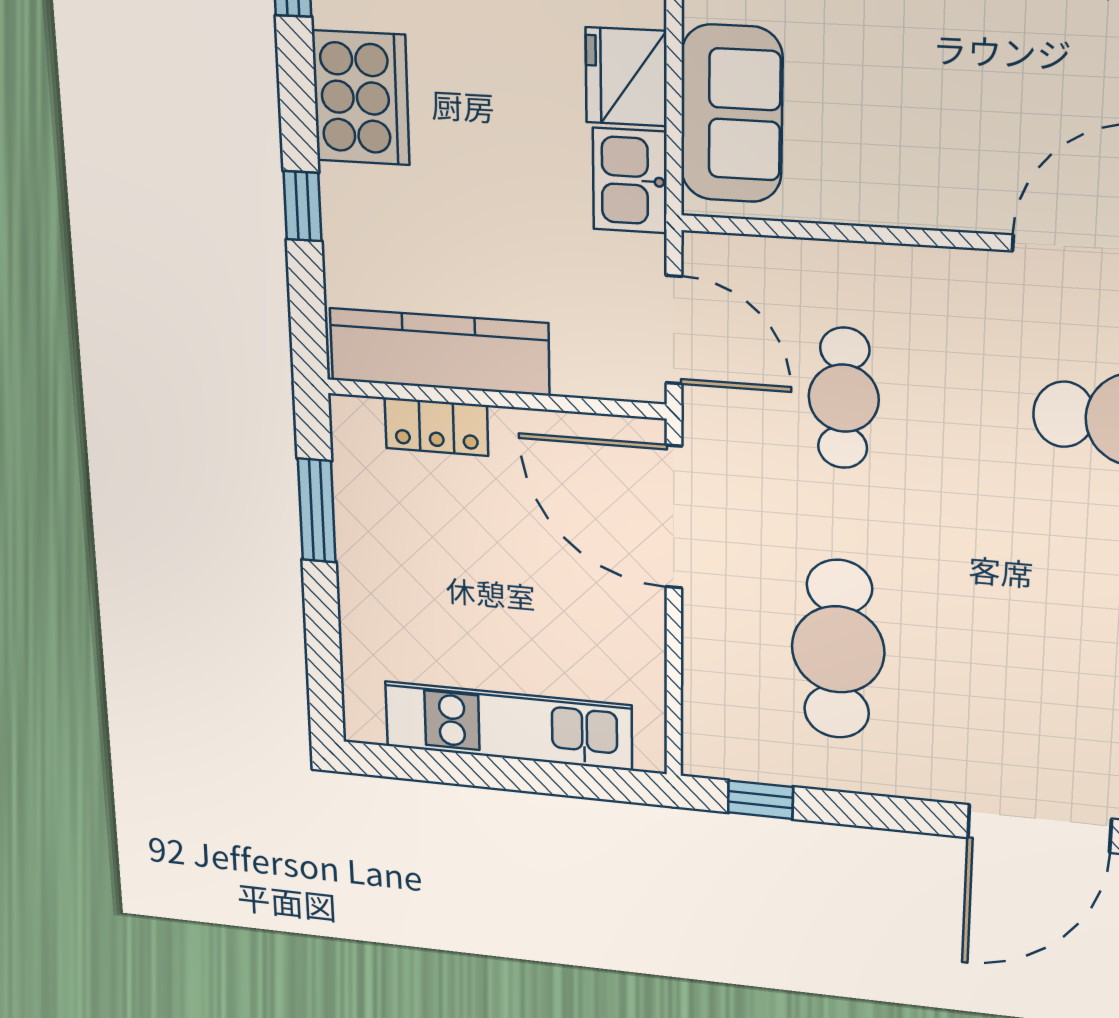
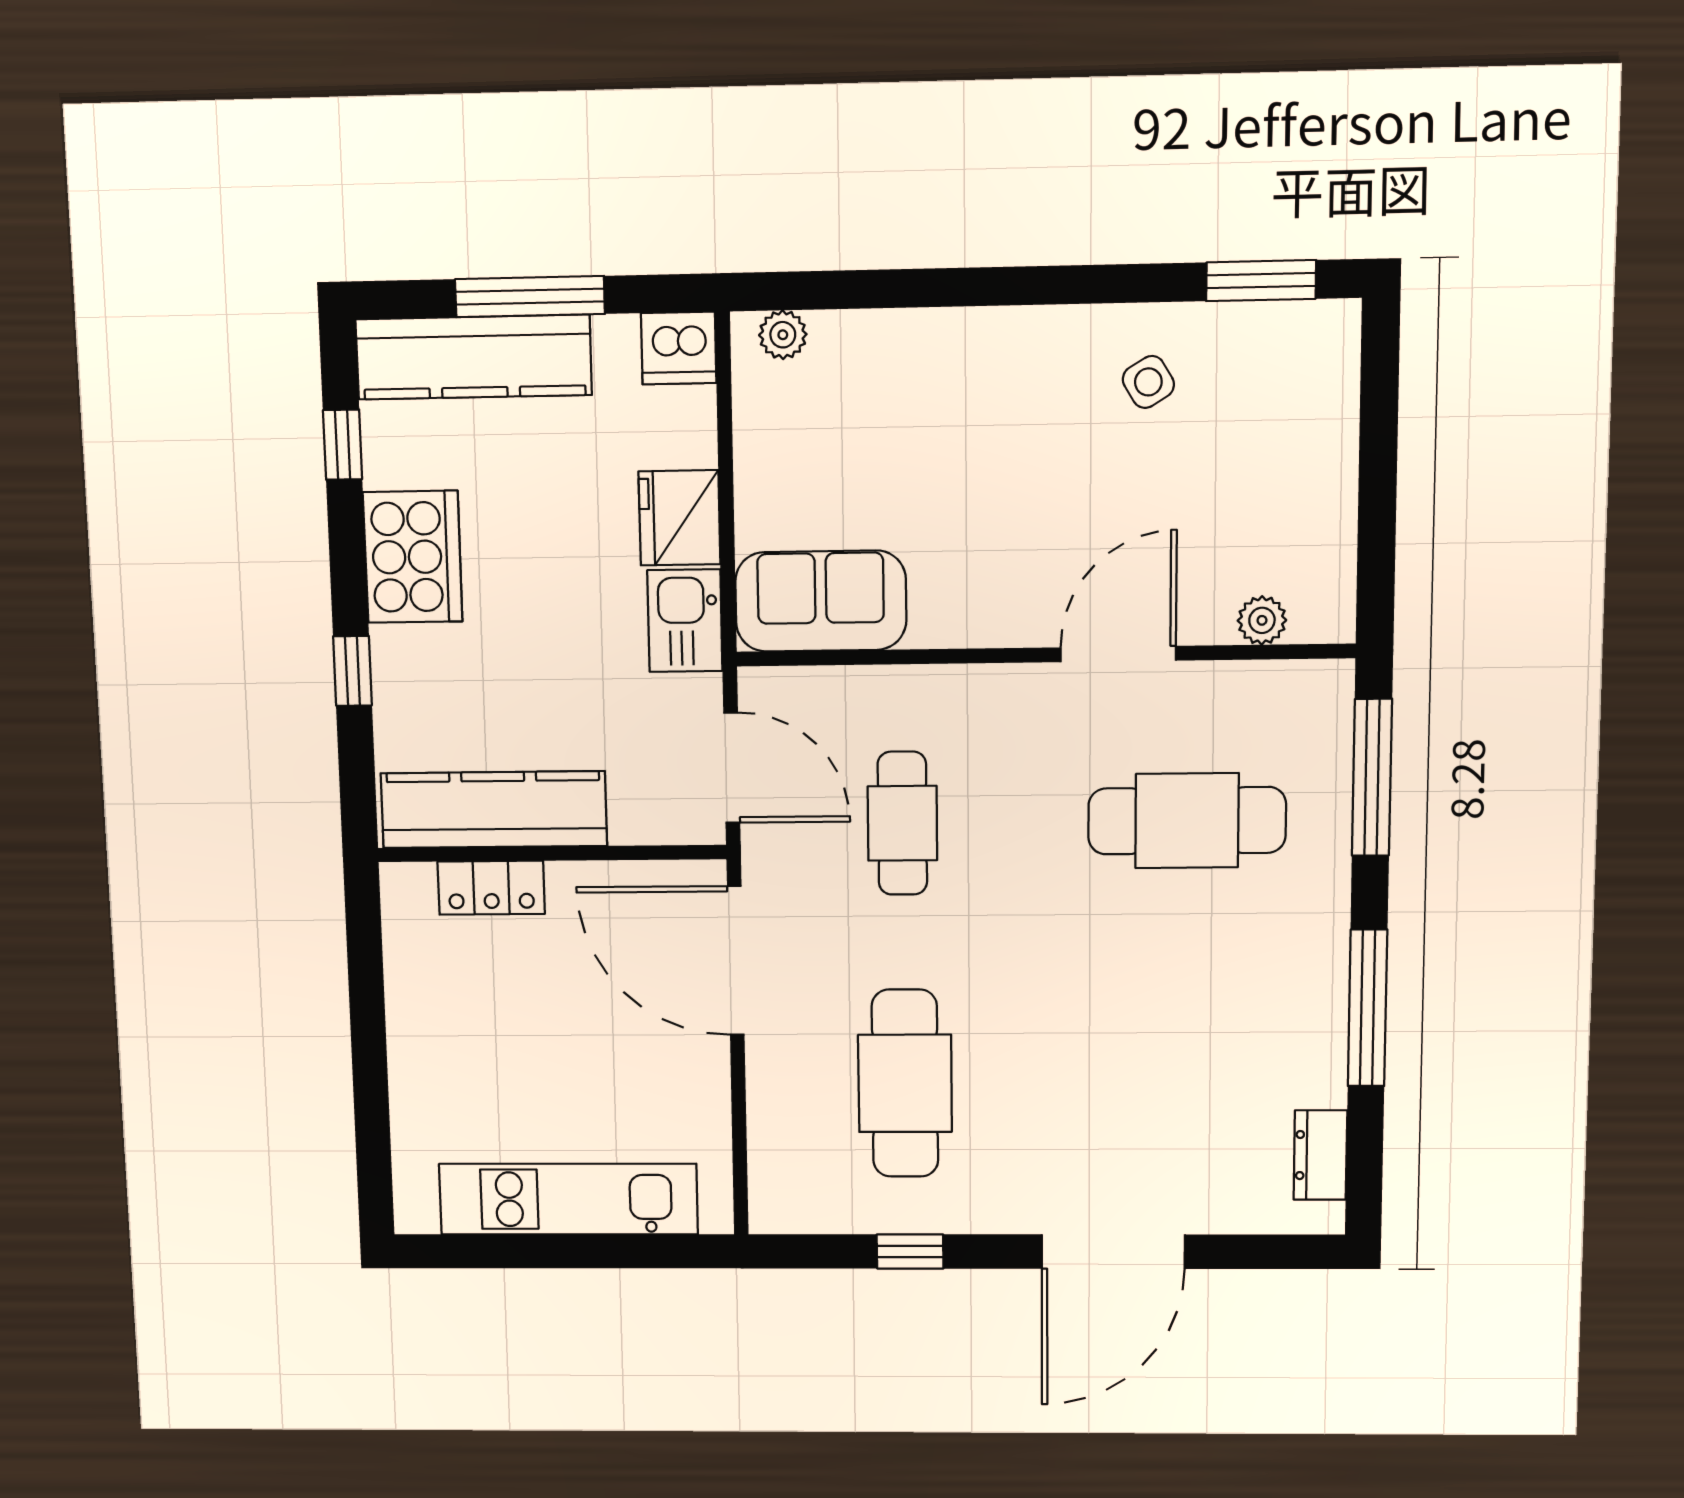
sofa: (731, 114) -> (821, 601), moved, turned -90
window: (317, 511) -> (366, 987), removed
window: (760, 800) -> (910, 1252), moved

